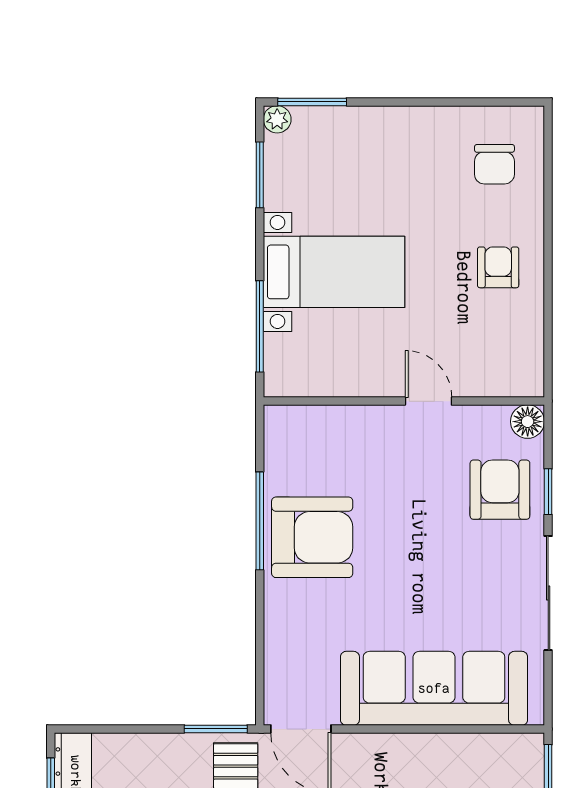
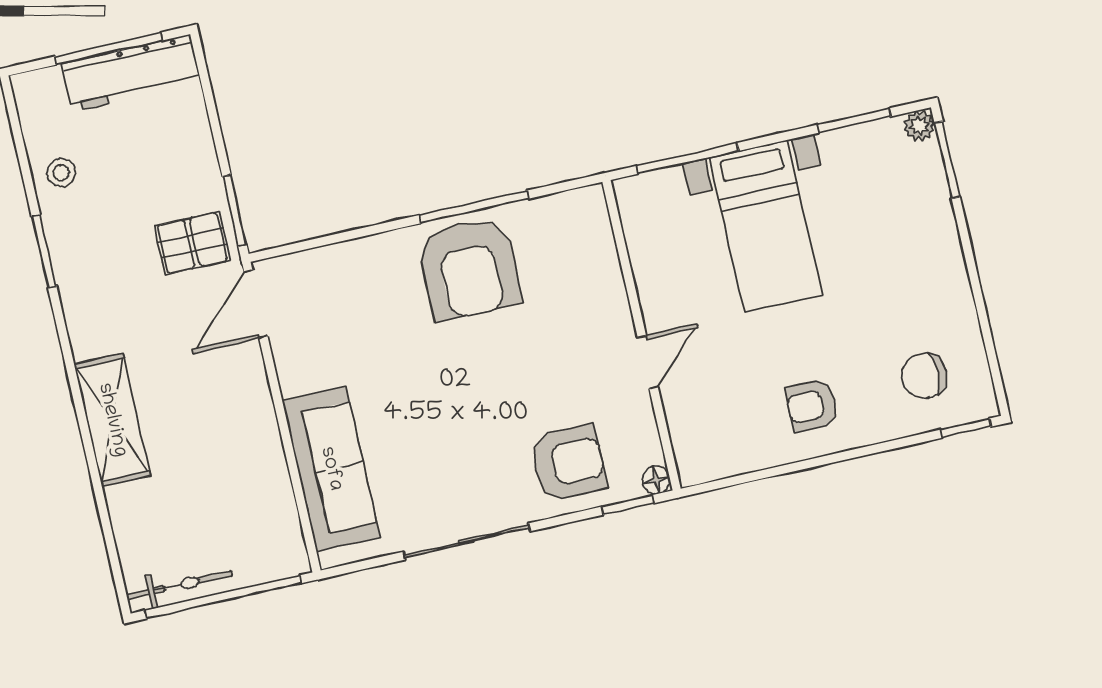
window: (548, 138) -> (966, 428), added
armchair: (498, 267) -> (812, 405), turned 180
floor lamp: (528, 422) -> (656, 480), width x0.73, depth x0.73
window: (548, 492) -> (628, 505), moved
sofa: (434, 688) -> (331, 469), width x0.74, depth x0.79

